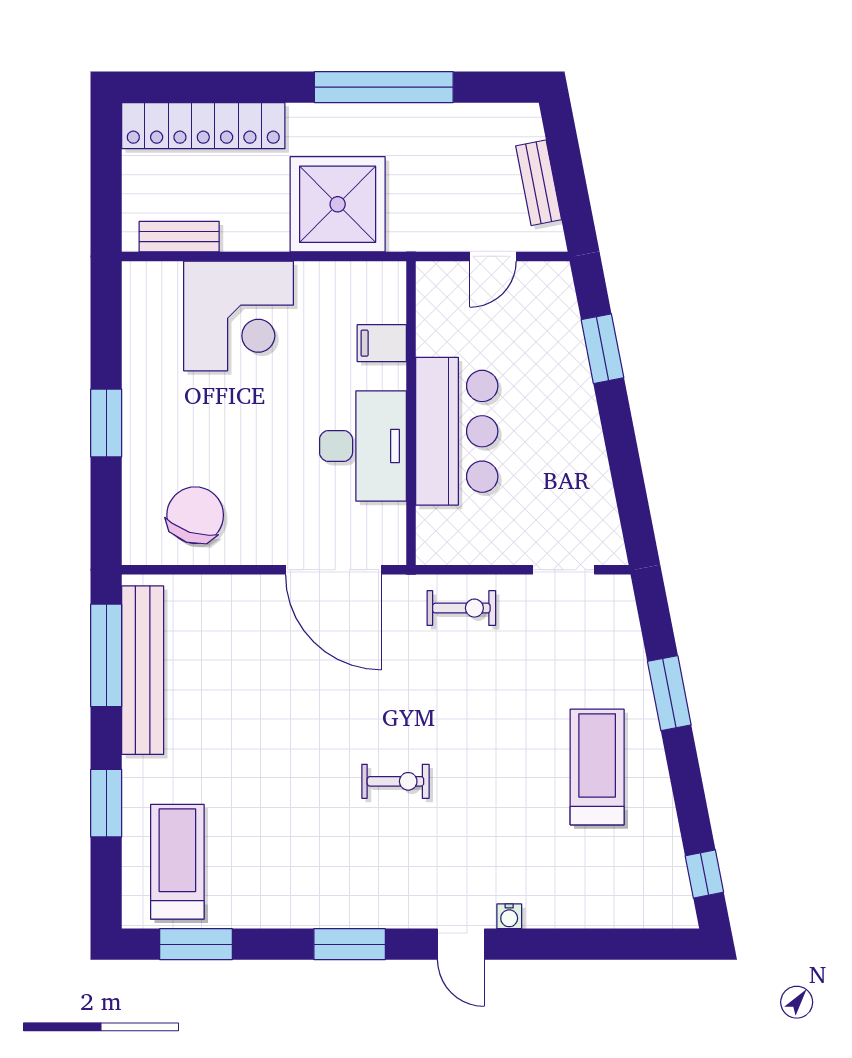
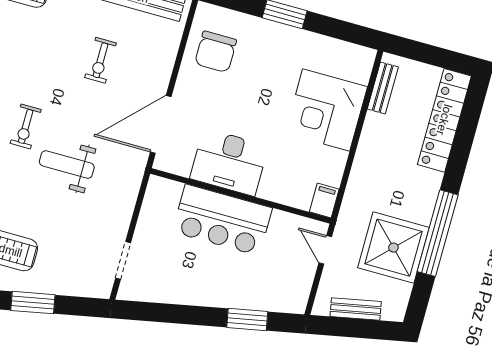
shower: (338, 204) -> (393, 248), moved
door: (493, 256) -> (325, 250), moved
filing cabinet: (382, 343) -> (324, 201), moved
chair: (195, 515) -> (216, 52), turned 72
exercise bike: (461, 608) -> (101, 60), moved
weight bench: (437, 700) -> (67, 165), added

